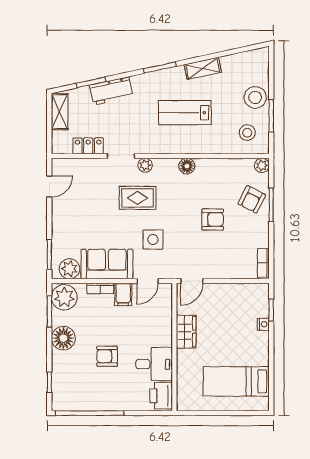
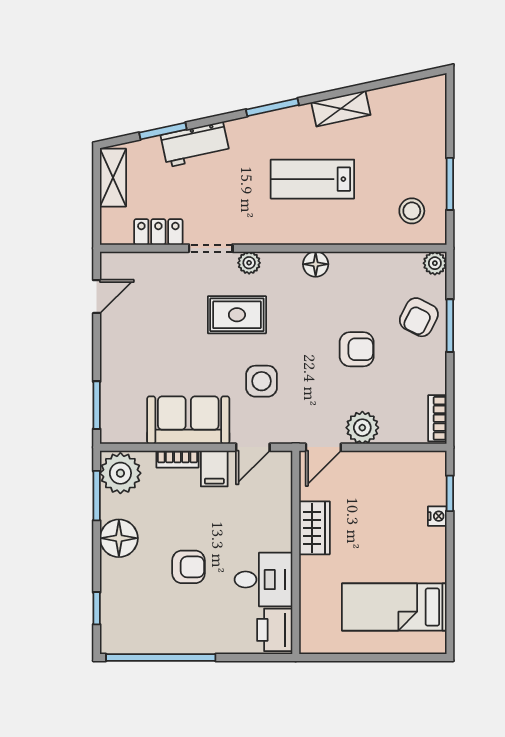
stool: (255, 97) -> (424, 155), removed
plant: (69, 269) -> (362, 428), moved
armchair: (107, 356) -> (189, 567), turned 180

